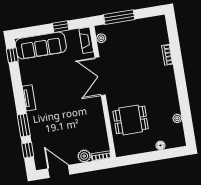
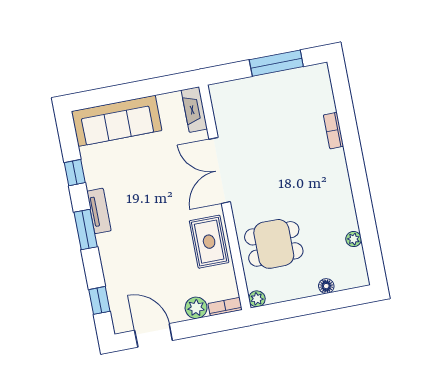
window: (119, 17) -> (276, 63), moved
window: (61, 27) -> (150, 88), removed
plant: (101, 38) -> (257, 299), moved
window: (12, 55) -> (75, 173), moved
rug: (93, 118) -> (209, 242), added
window: (24, 125) -> (86, 229), moved

